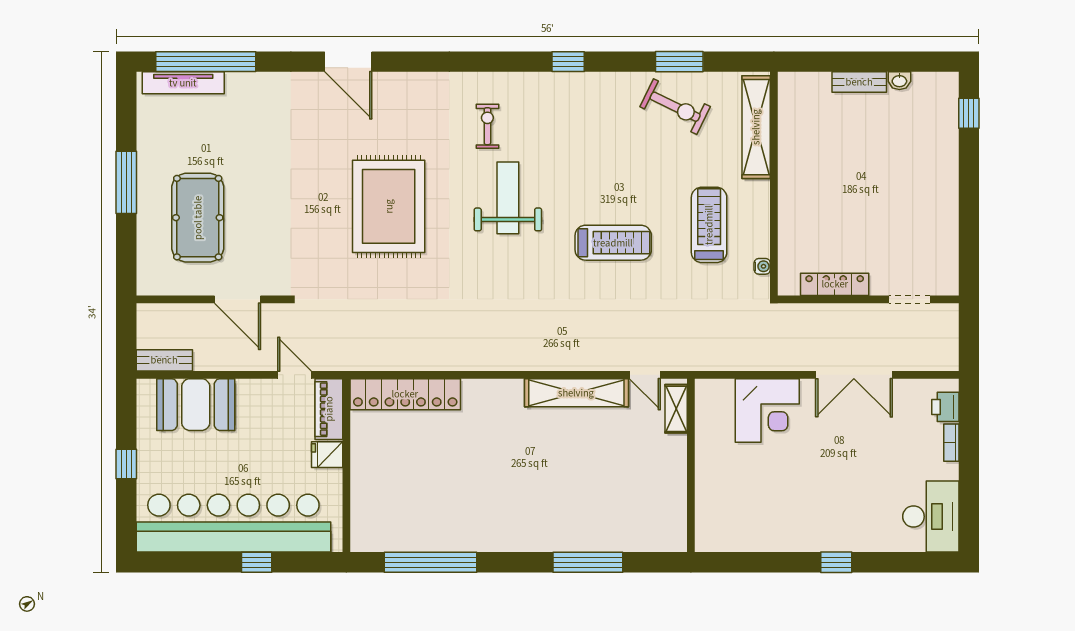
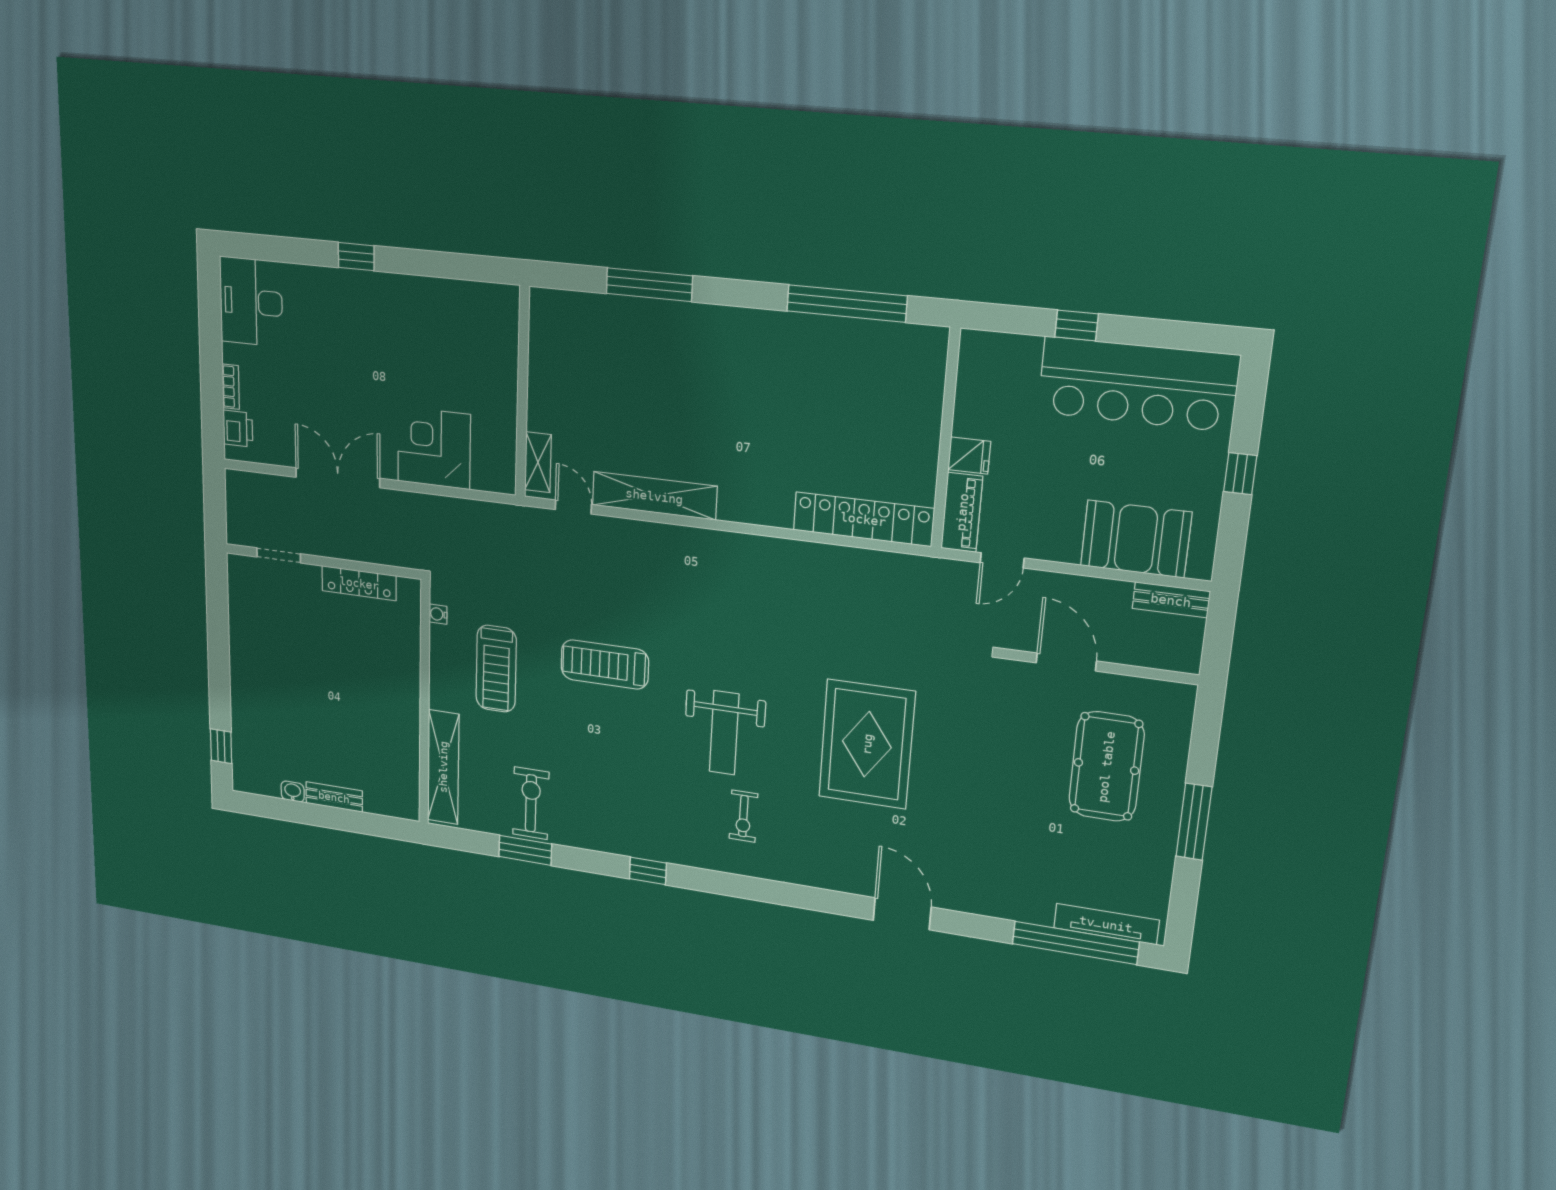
exercise bike: (675, 107) -> (531, 803), turned 64
door: (294, 375) -> (1002, 560), hinge flipped
bar counter: (233, 523) -> (1138, 384), width x0.73

